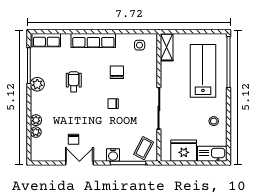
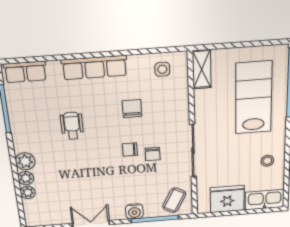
plant: (37, 84) -> (25, 161), moved
chair: (74, 139) -> (153, 154), moved

